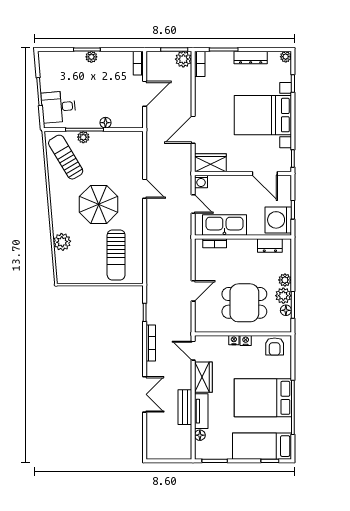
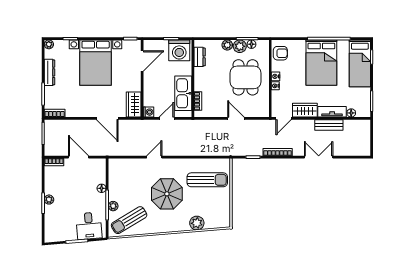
plant: (183, 59) -> (51, 126), removed

